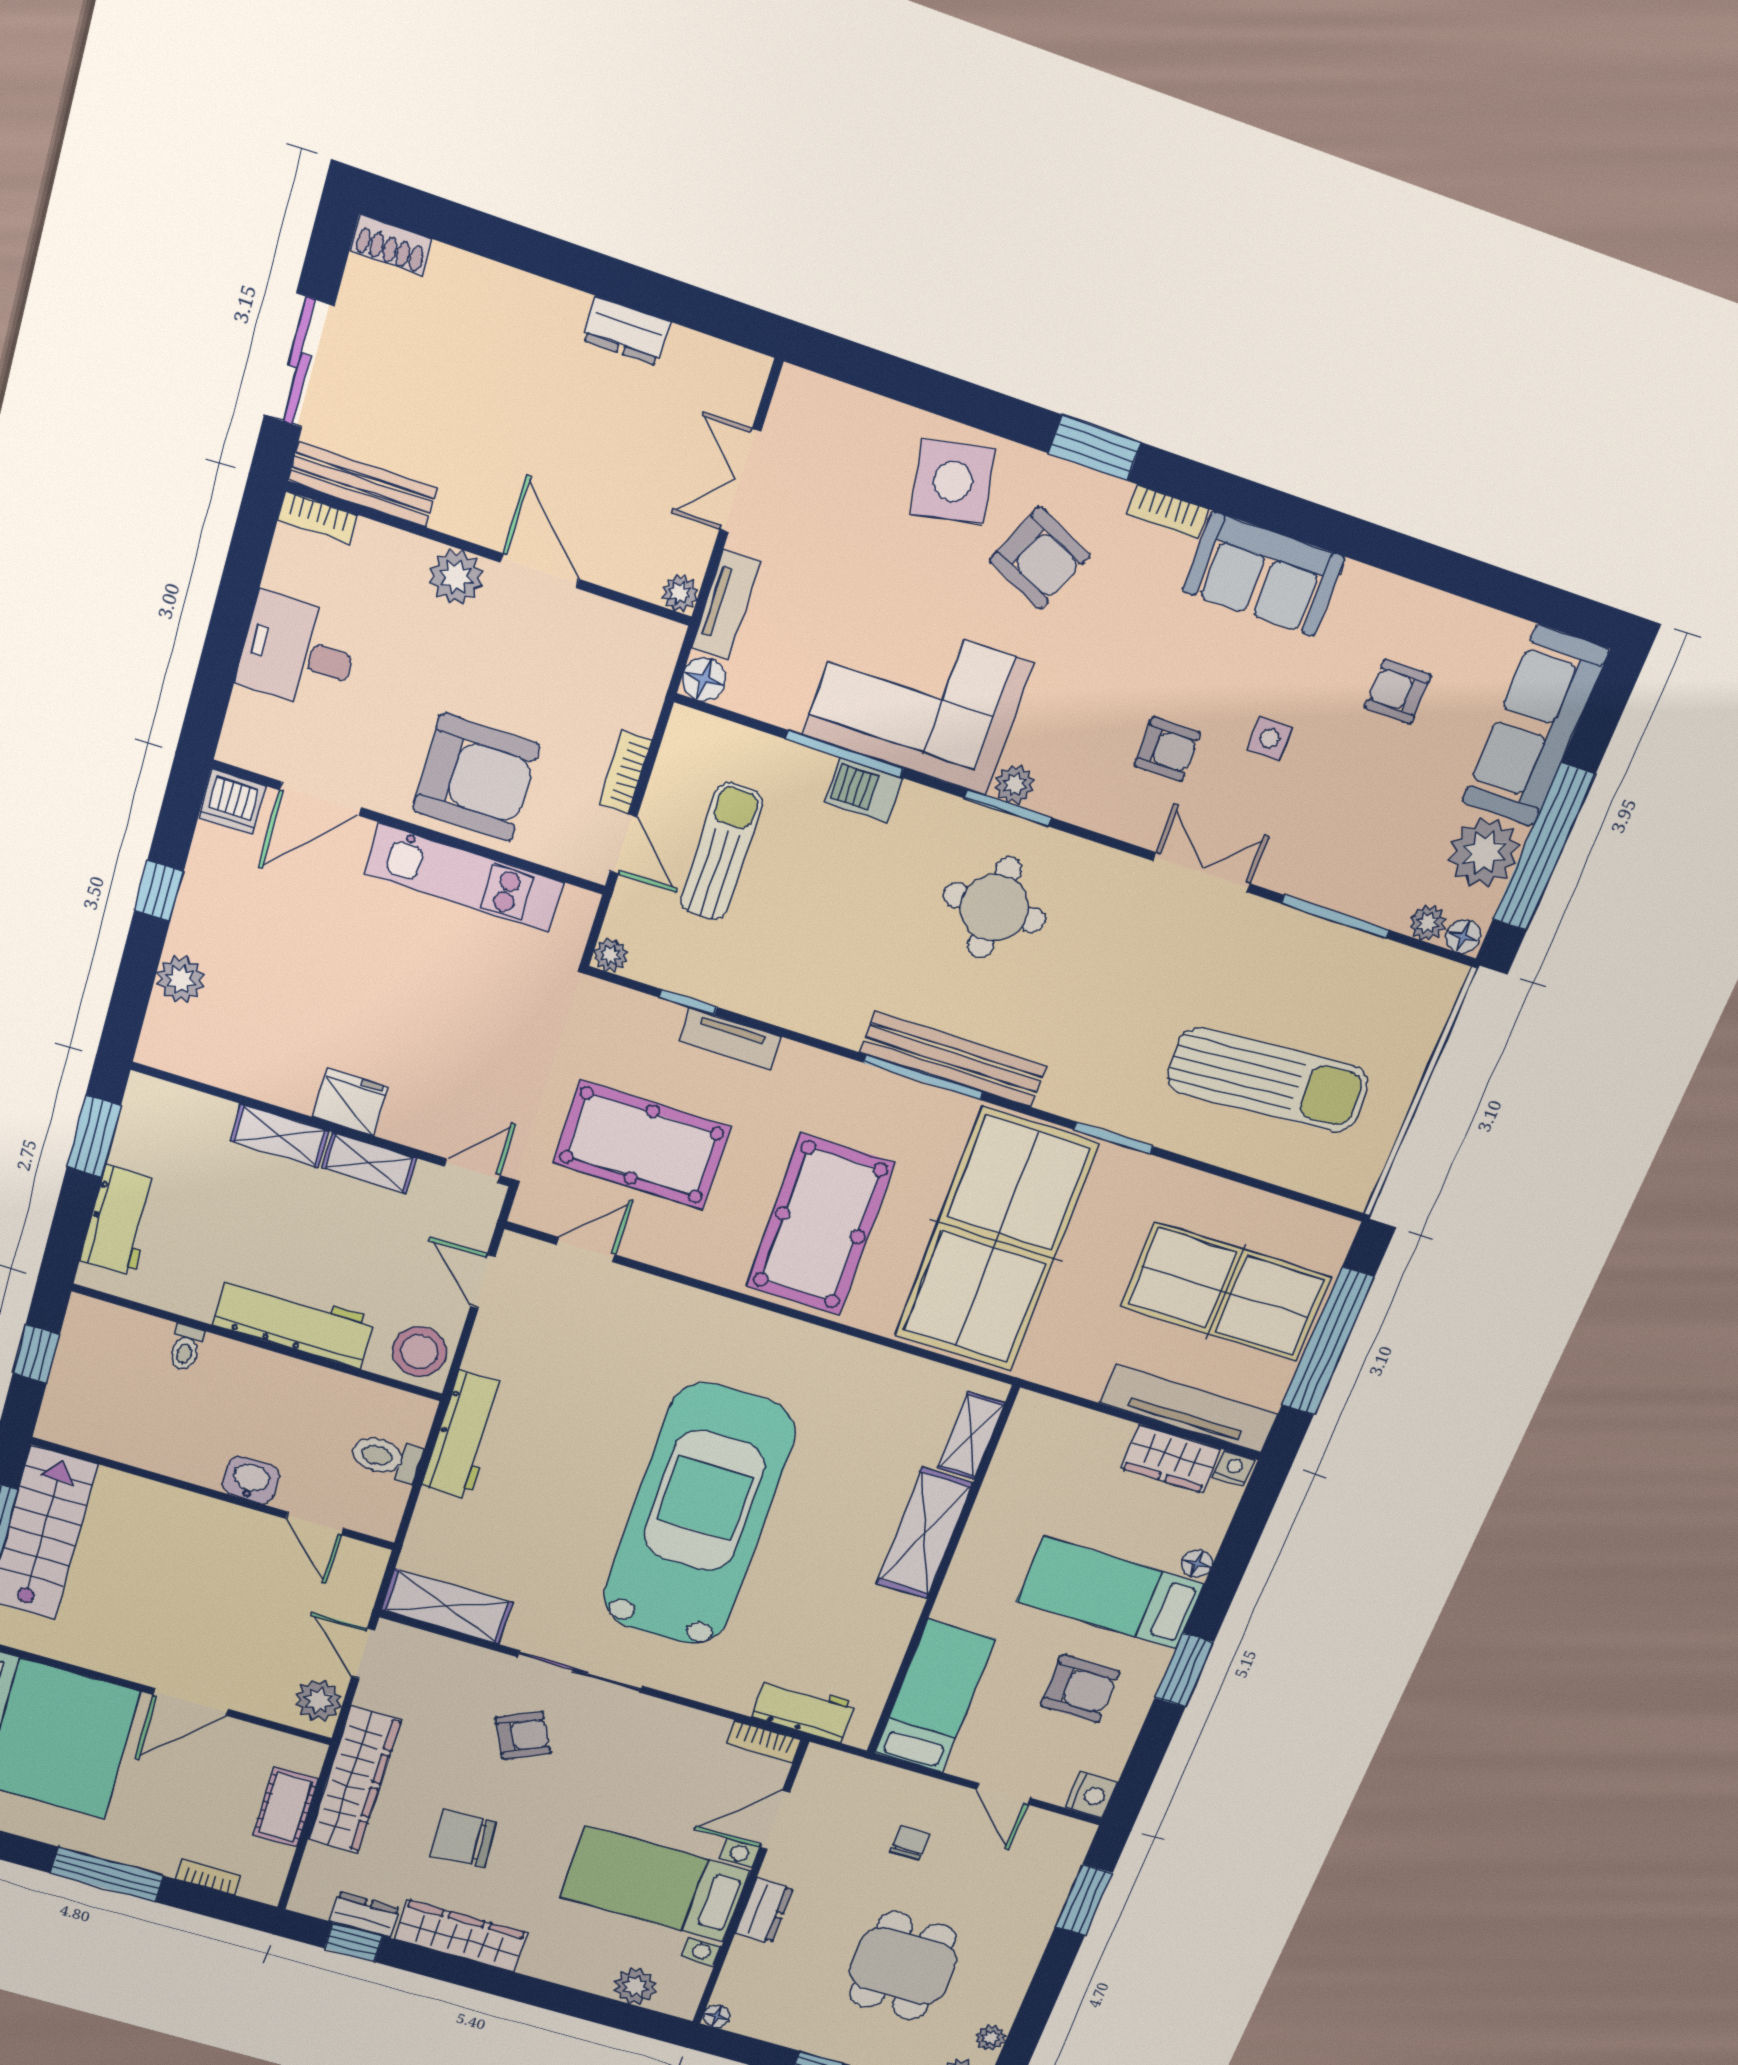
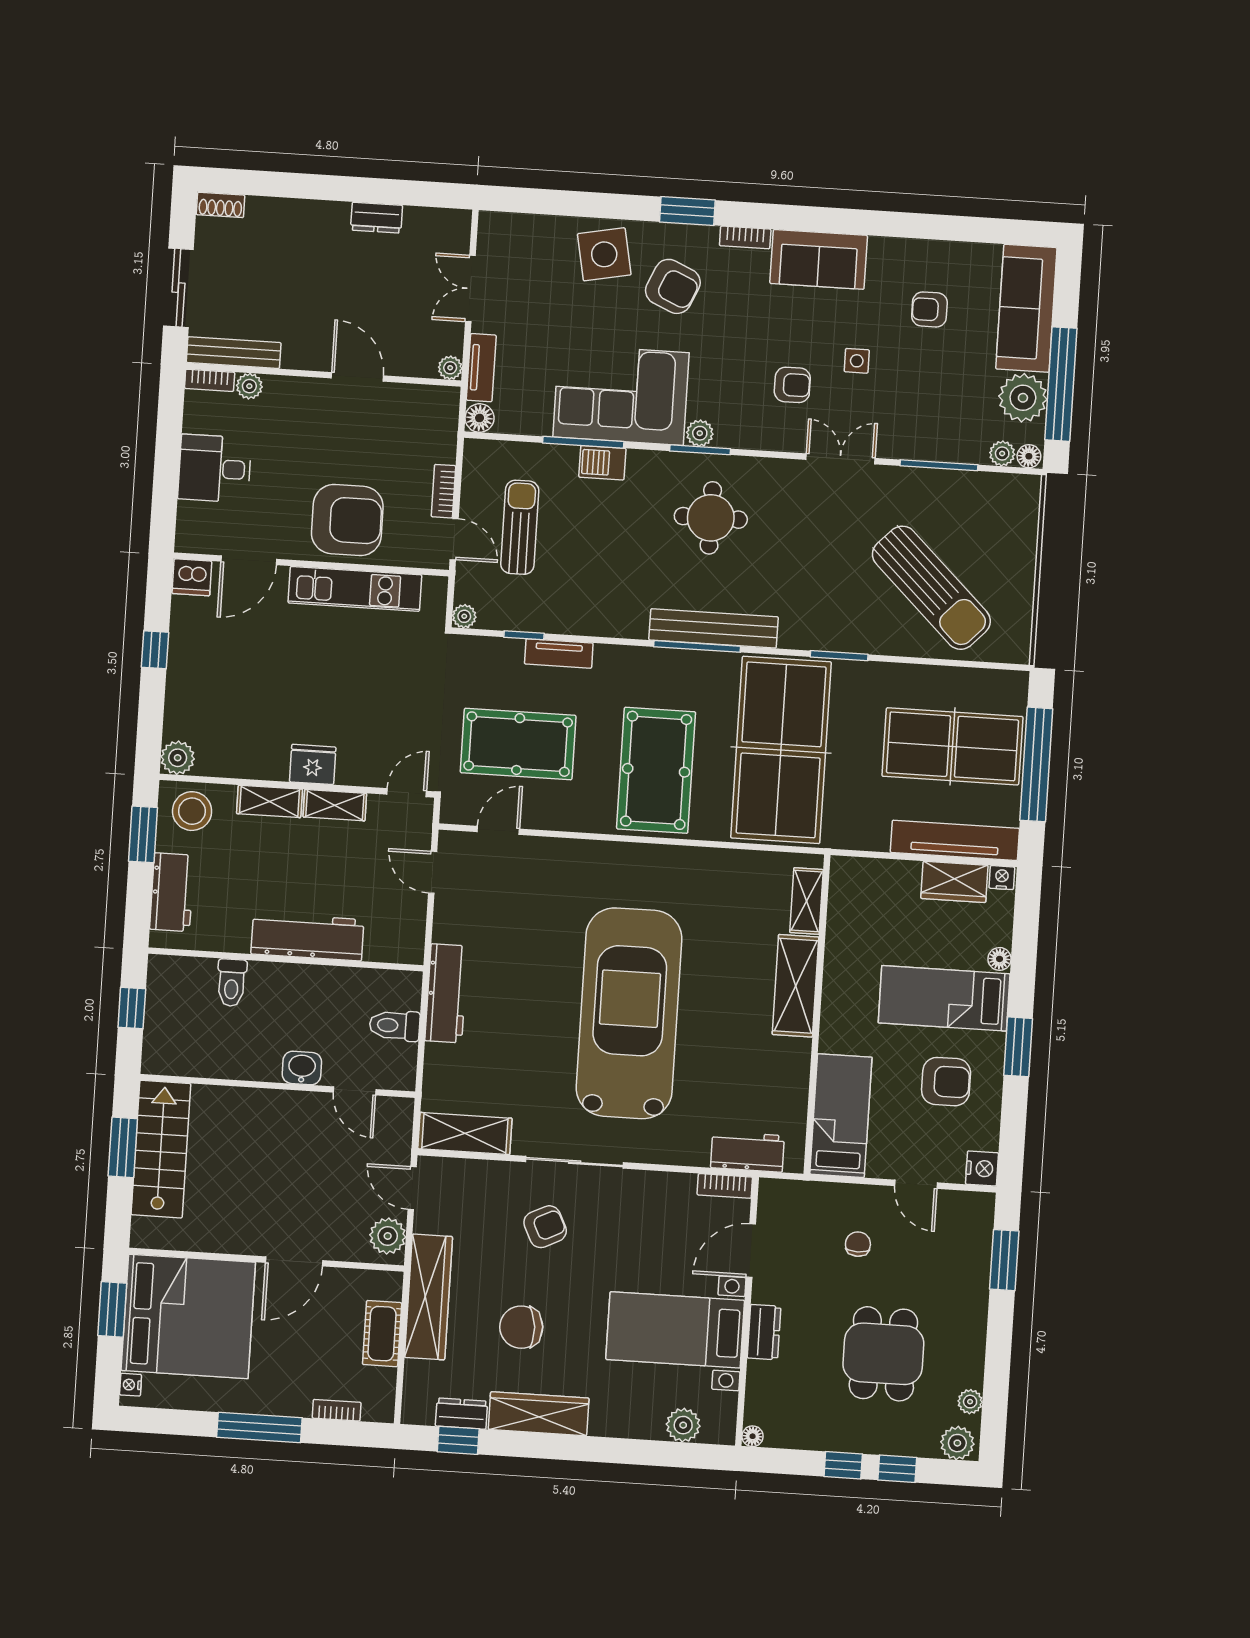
plant: (456, 577) -> (249, 386), moved, width x0.73, depth x0.73
plant: (180, 979) -> (178, 758), moved
sun lounger: (1268, 1080) -> (931, 588), turned 48
toilet: (186, 1348) -> (232, 983), width x1.37, depth x1.39
stool: (419, 1352) -> (192, 811), moved

